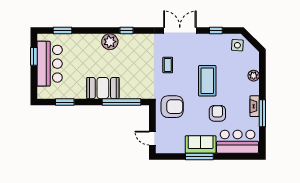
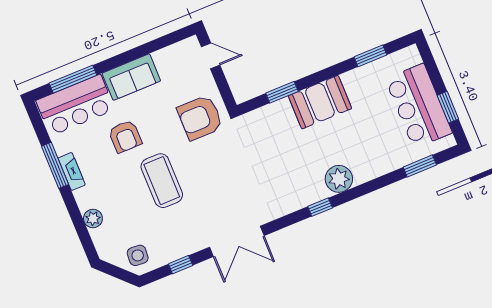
coffee table: (168, 65) -> (234, 180), removed
window: (121, 102) -> (282, 92), width x0.47
window: (199, 156) -> (73, 79), moved

